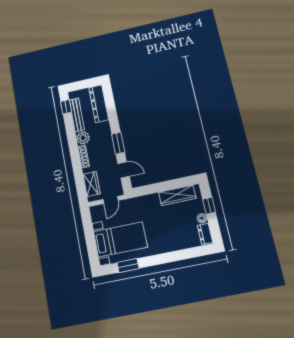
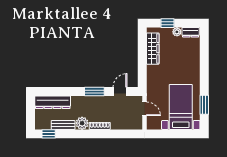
bench: (77, 115) -> (63, 125), width x0.73
wardrobe: (92, 184) -> (127, 123), removed

